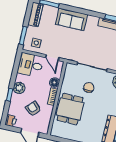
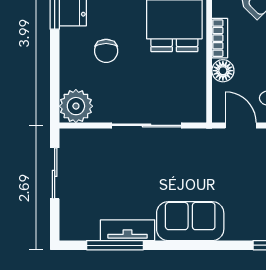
sofa: (71, 19) -> (190, 221), moved
chair: (89, 87) -> (106, 51), moved

